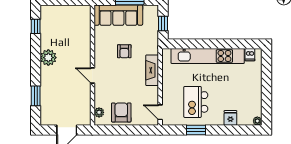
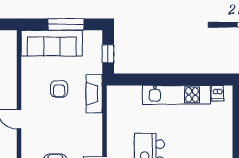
kitchen unit: (208, 56) -> (176, 95), width x0.73
fireplace: (152, 70) -> (94, 94), moved

